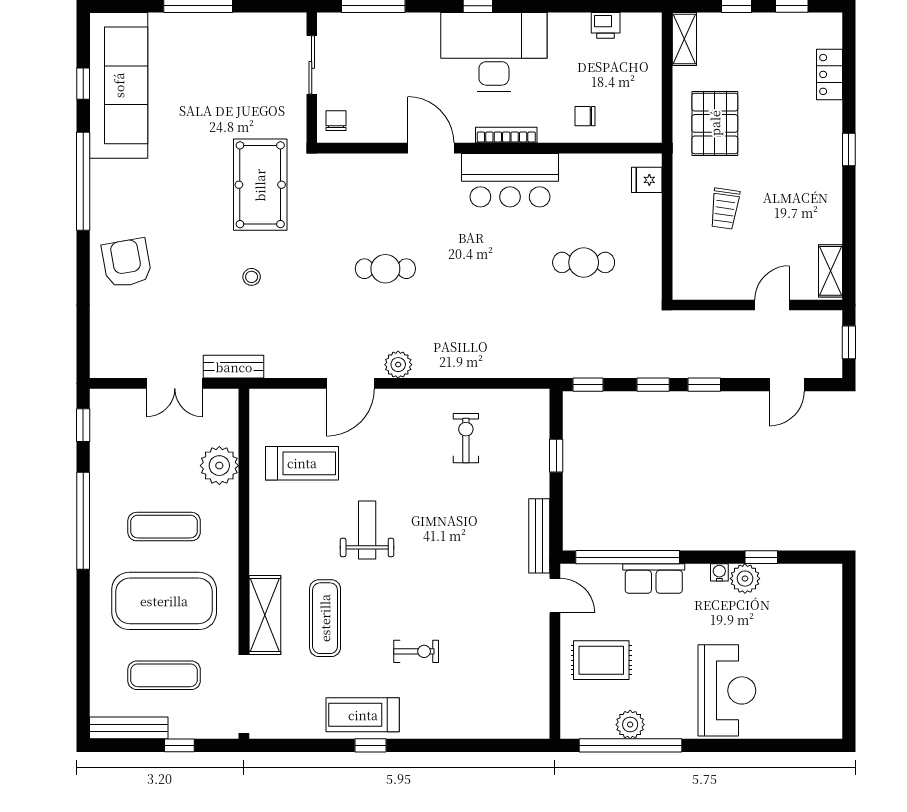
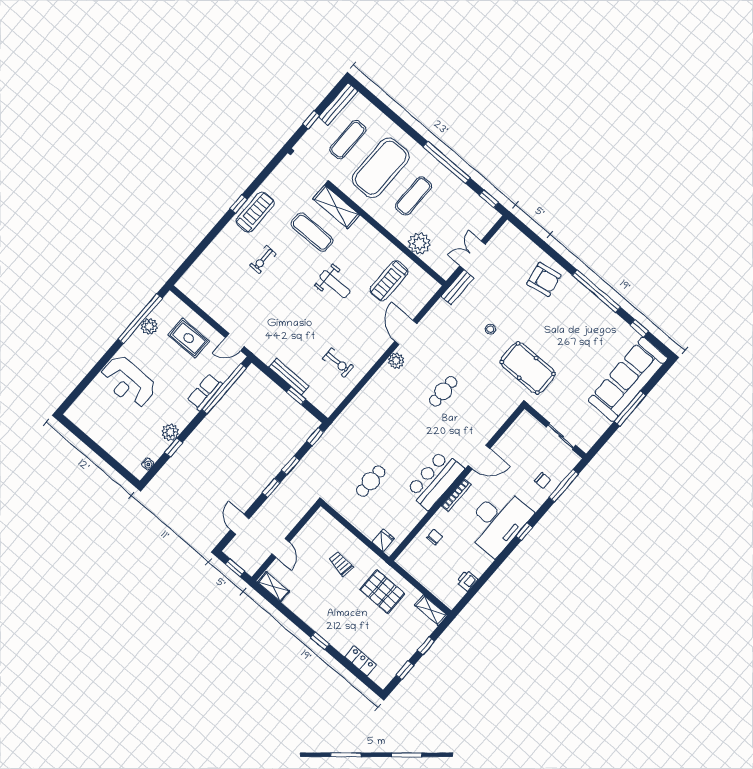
sofa: (119, 85) -> (628, 379), moved, turned 90
chair: (336, 121) -> (542, 480), moved
bench: (539, 536) -> (289, 377), moved
water cooler: (719, 572) -> (148, 464), moved
rug: (601, 660) -> (189, 338), turned 90

